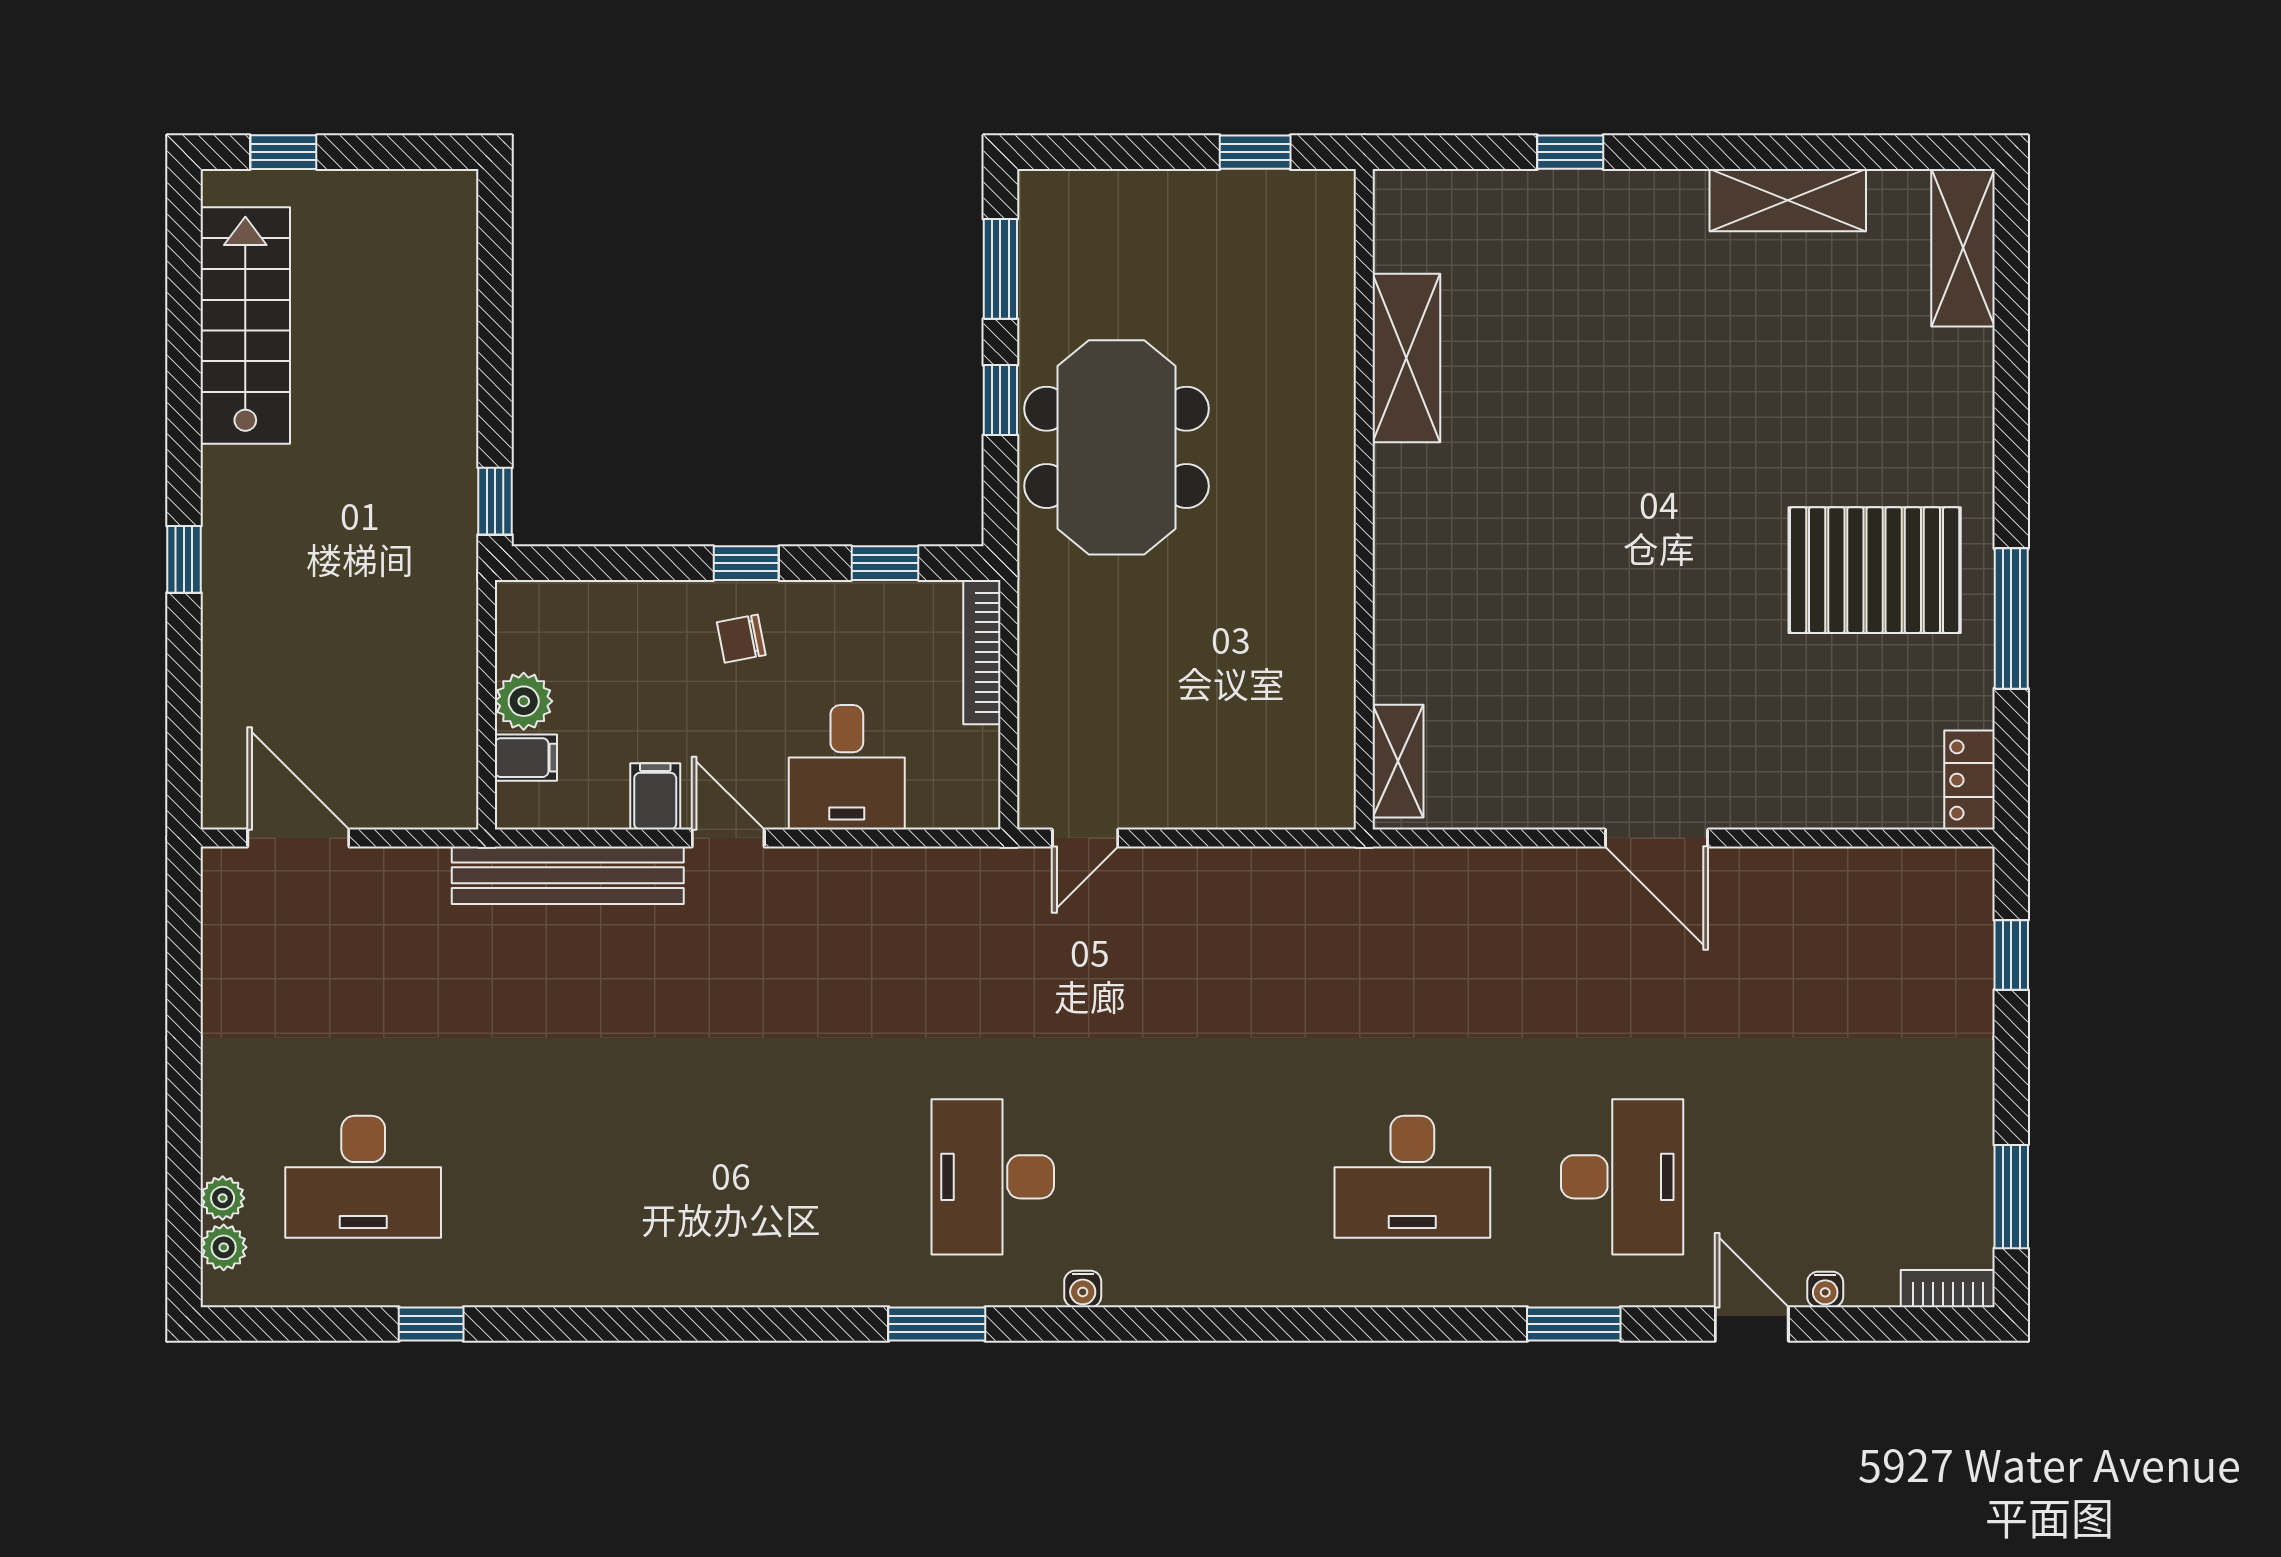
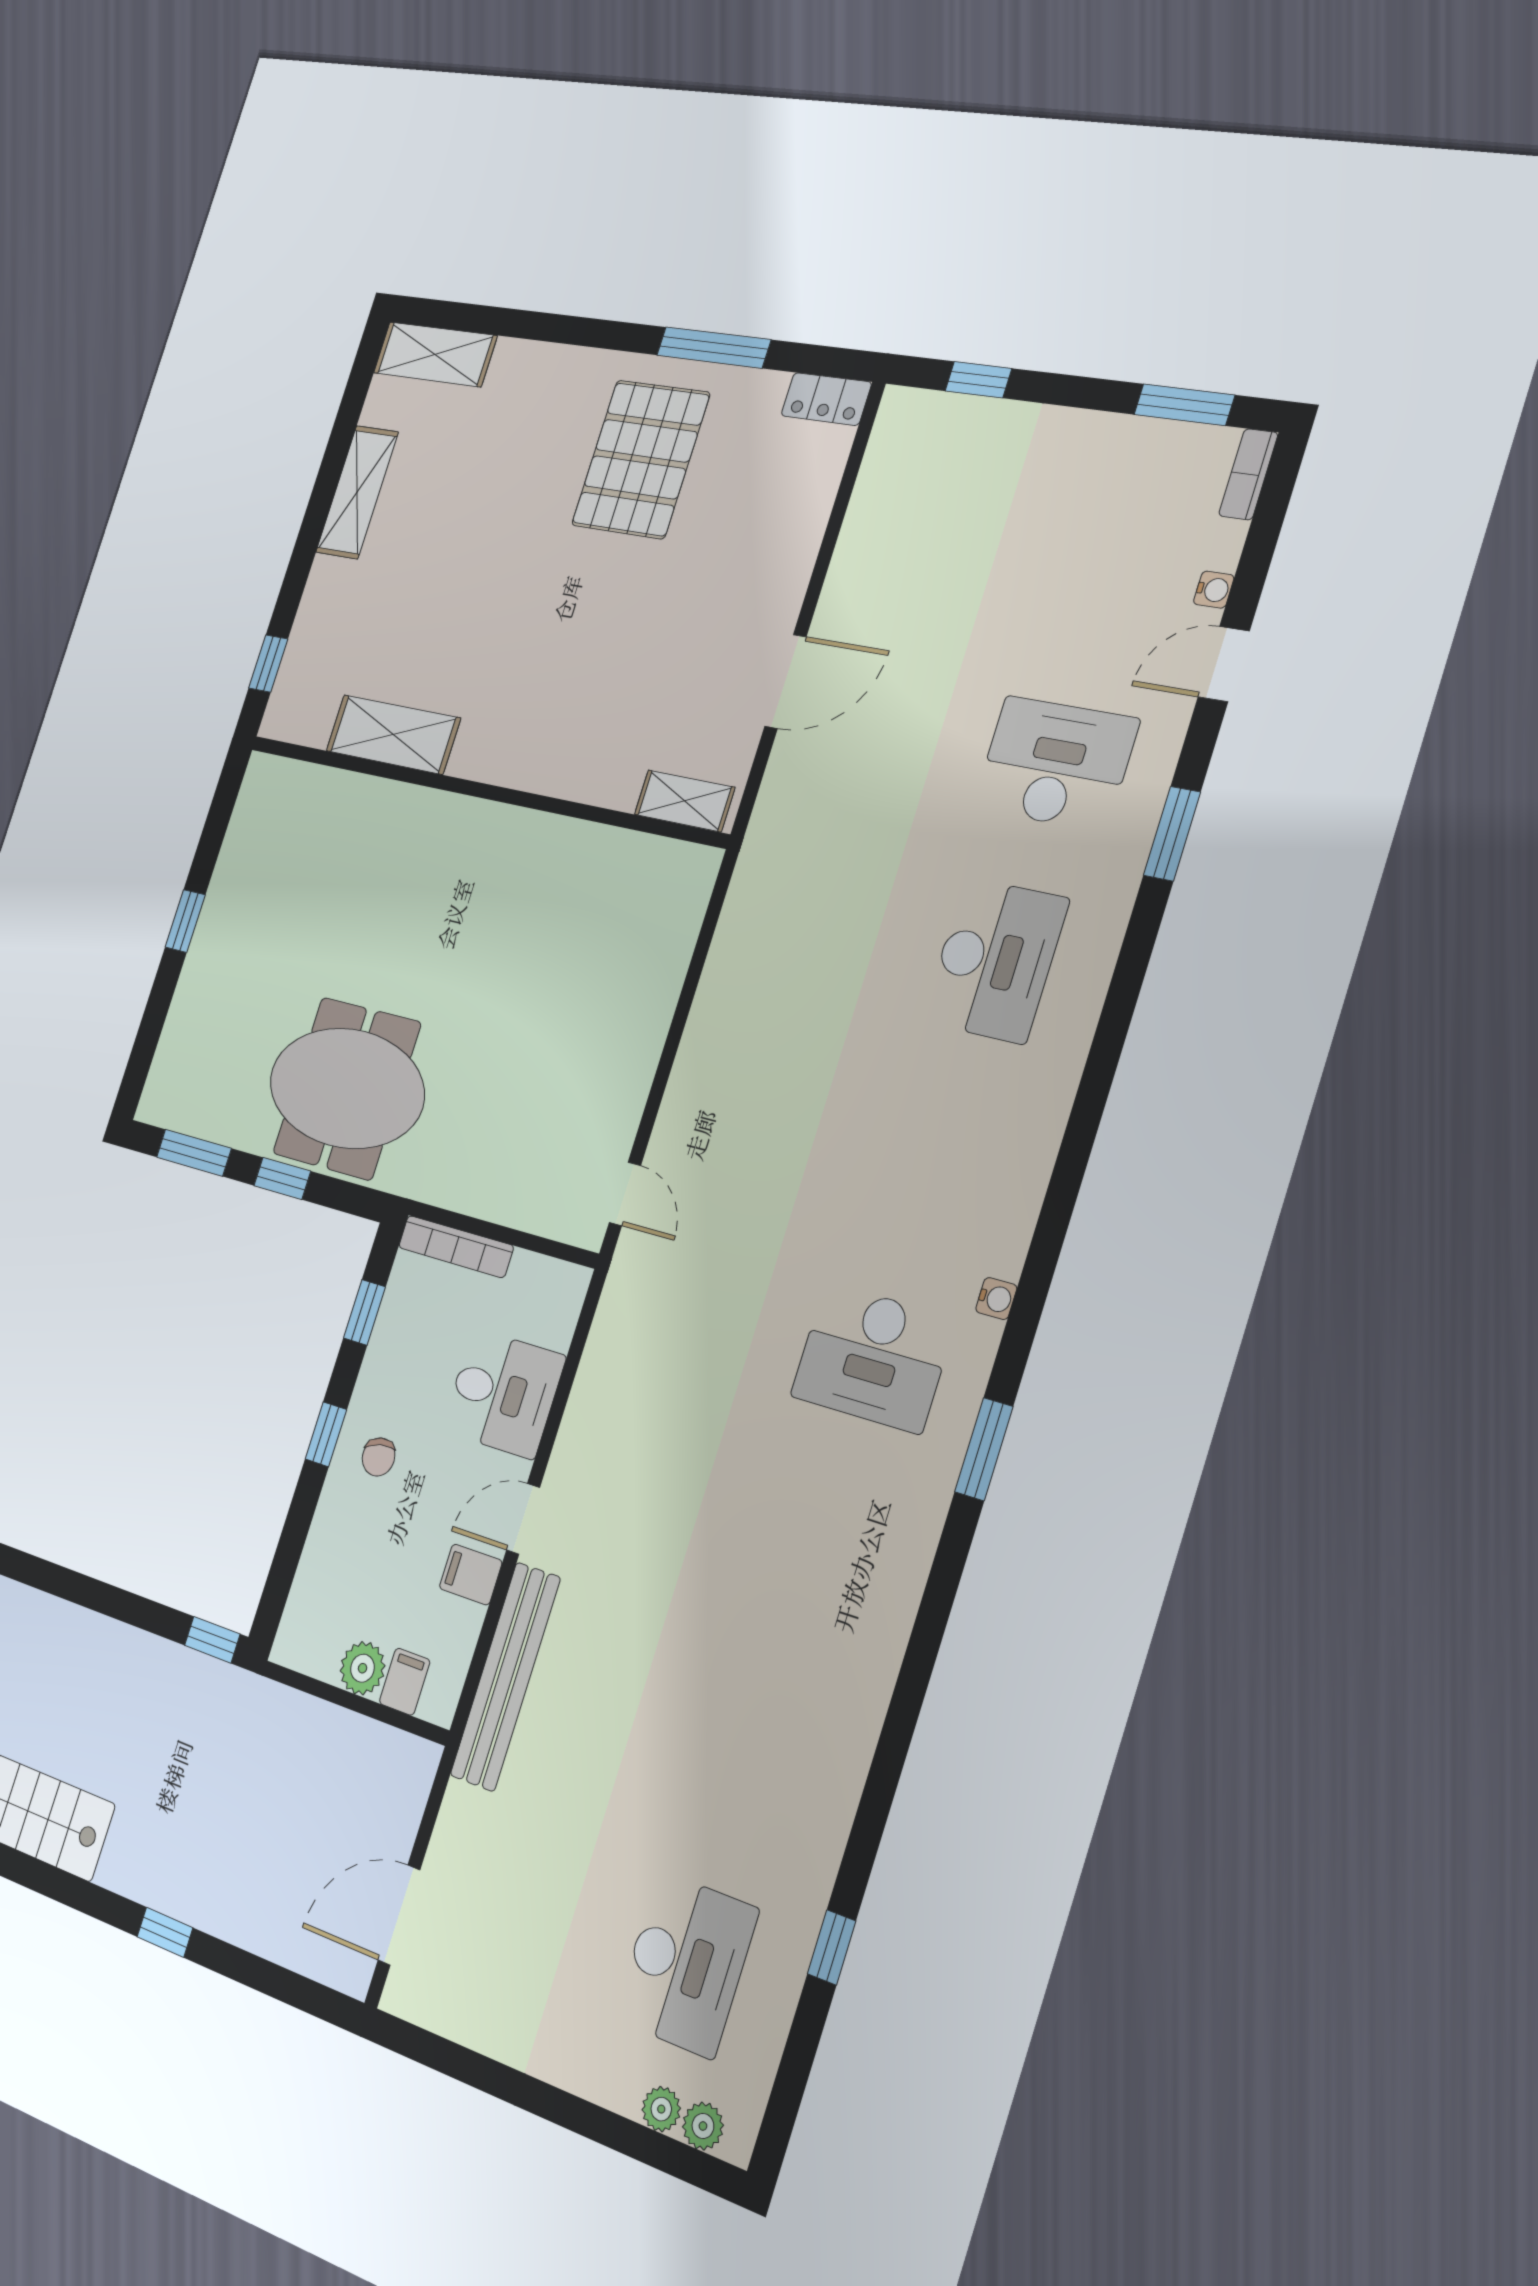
shelving: (1406, 358) -> (393, 734), moved
wall: (1364, 499) -> (481, 790), moved
shelving: (1398, 761) -> (685, 801), moved

